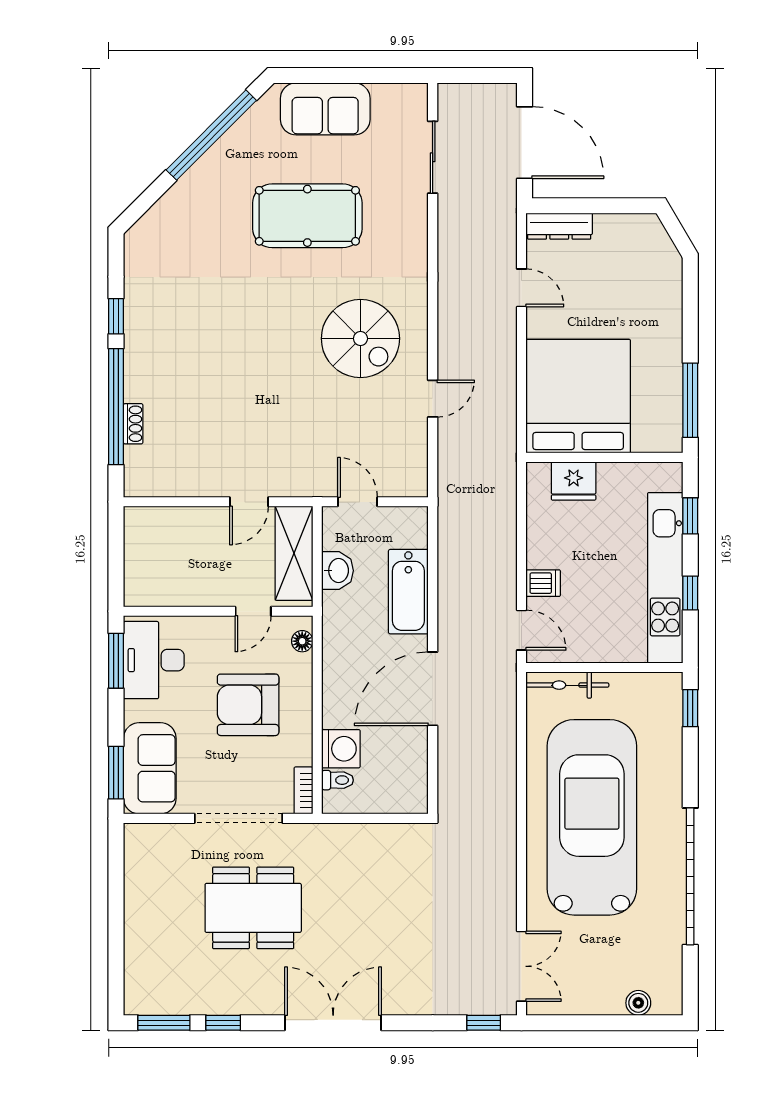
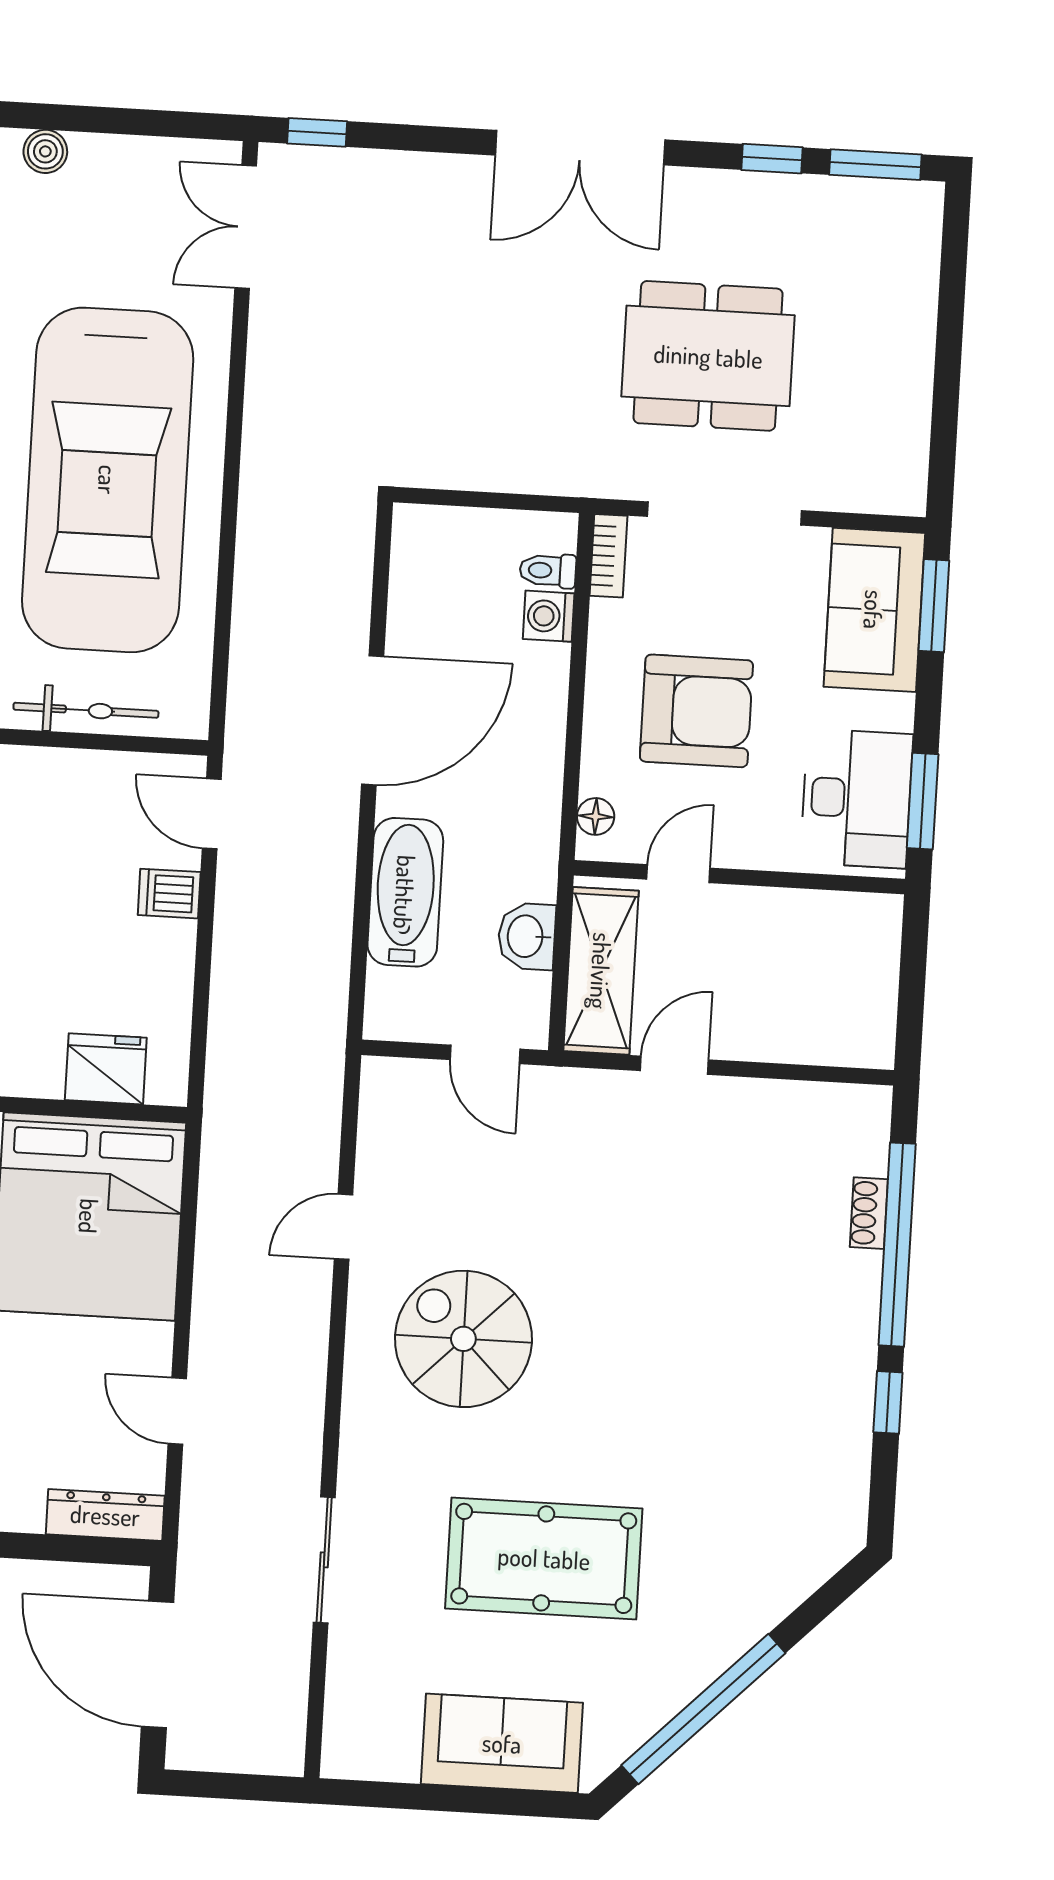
sliding door: (433, 157) -> (324, 1560), moved
bicycle: (567, 685) -> (86, 710), moved
washing machine: (341, 749) -> (549, 616), width x0.73, depth x0.73

